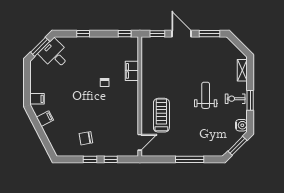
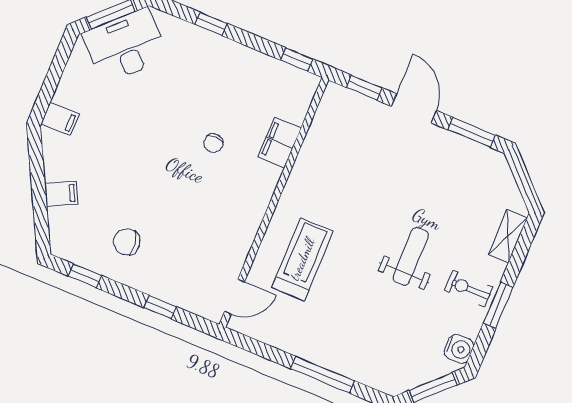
desk: (55, 54) -> (125, 46), width x1.37
filing cabinet: (45, 119) -> (61, 194), moved
window: (90, 159) -> (85, 276), moved

